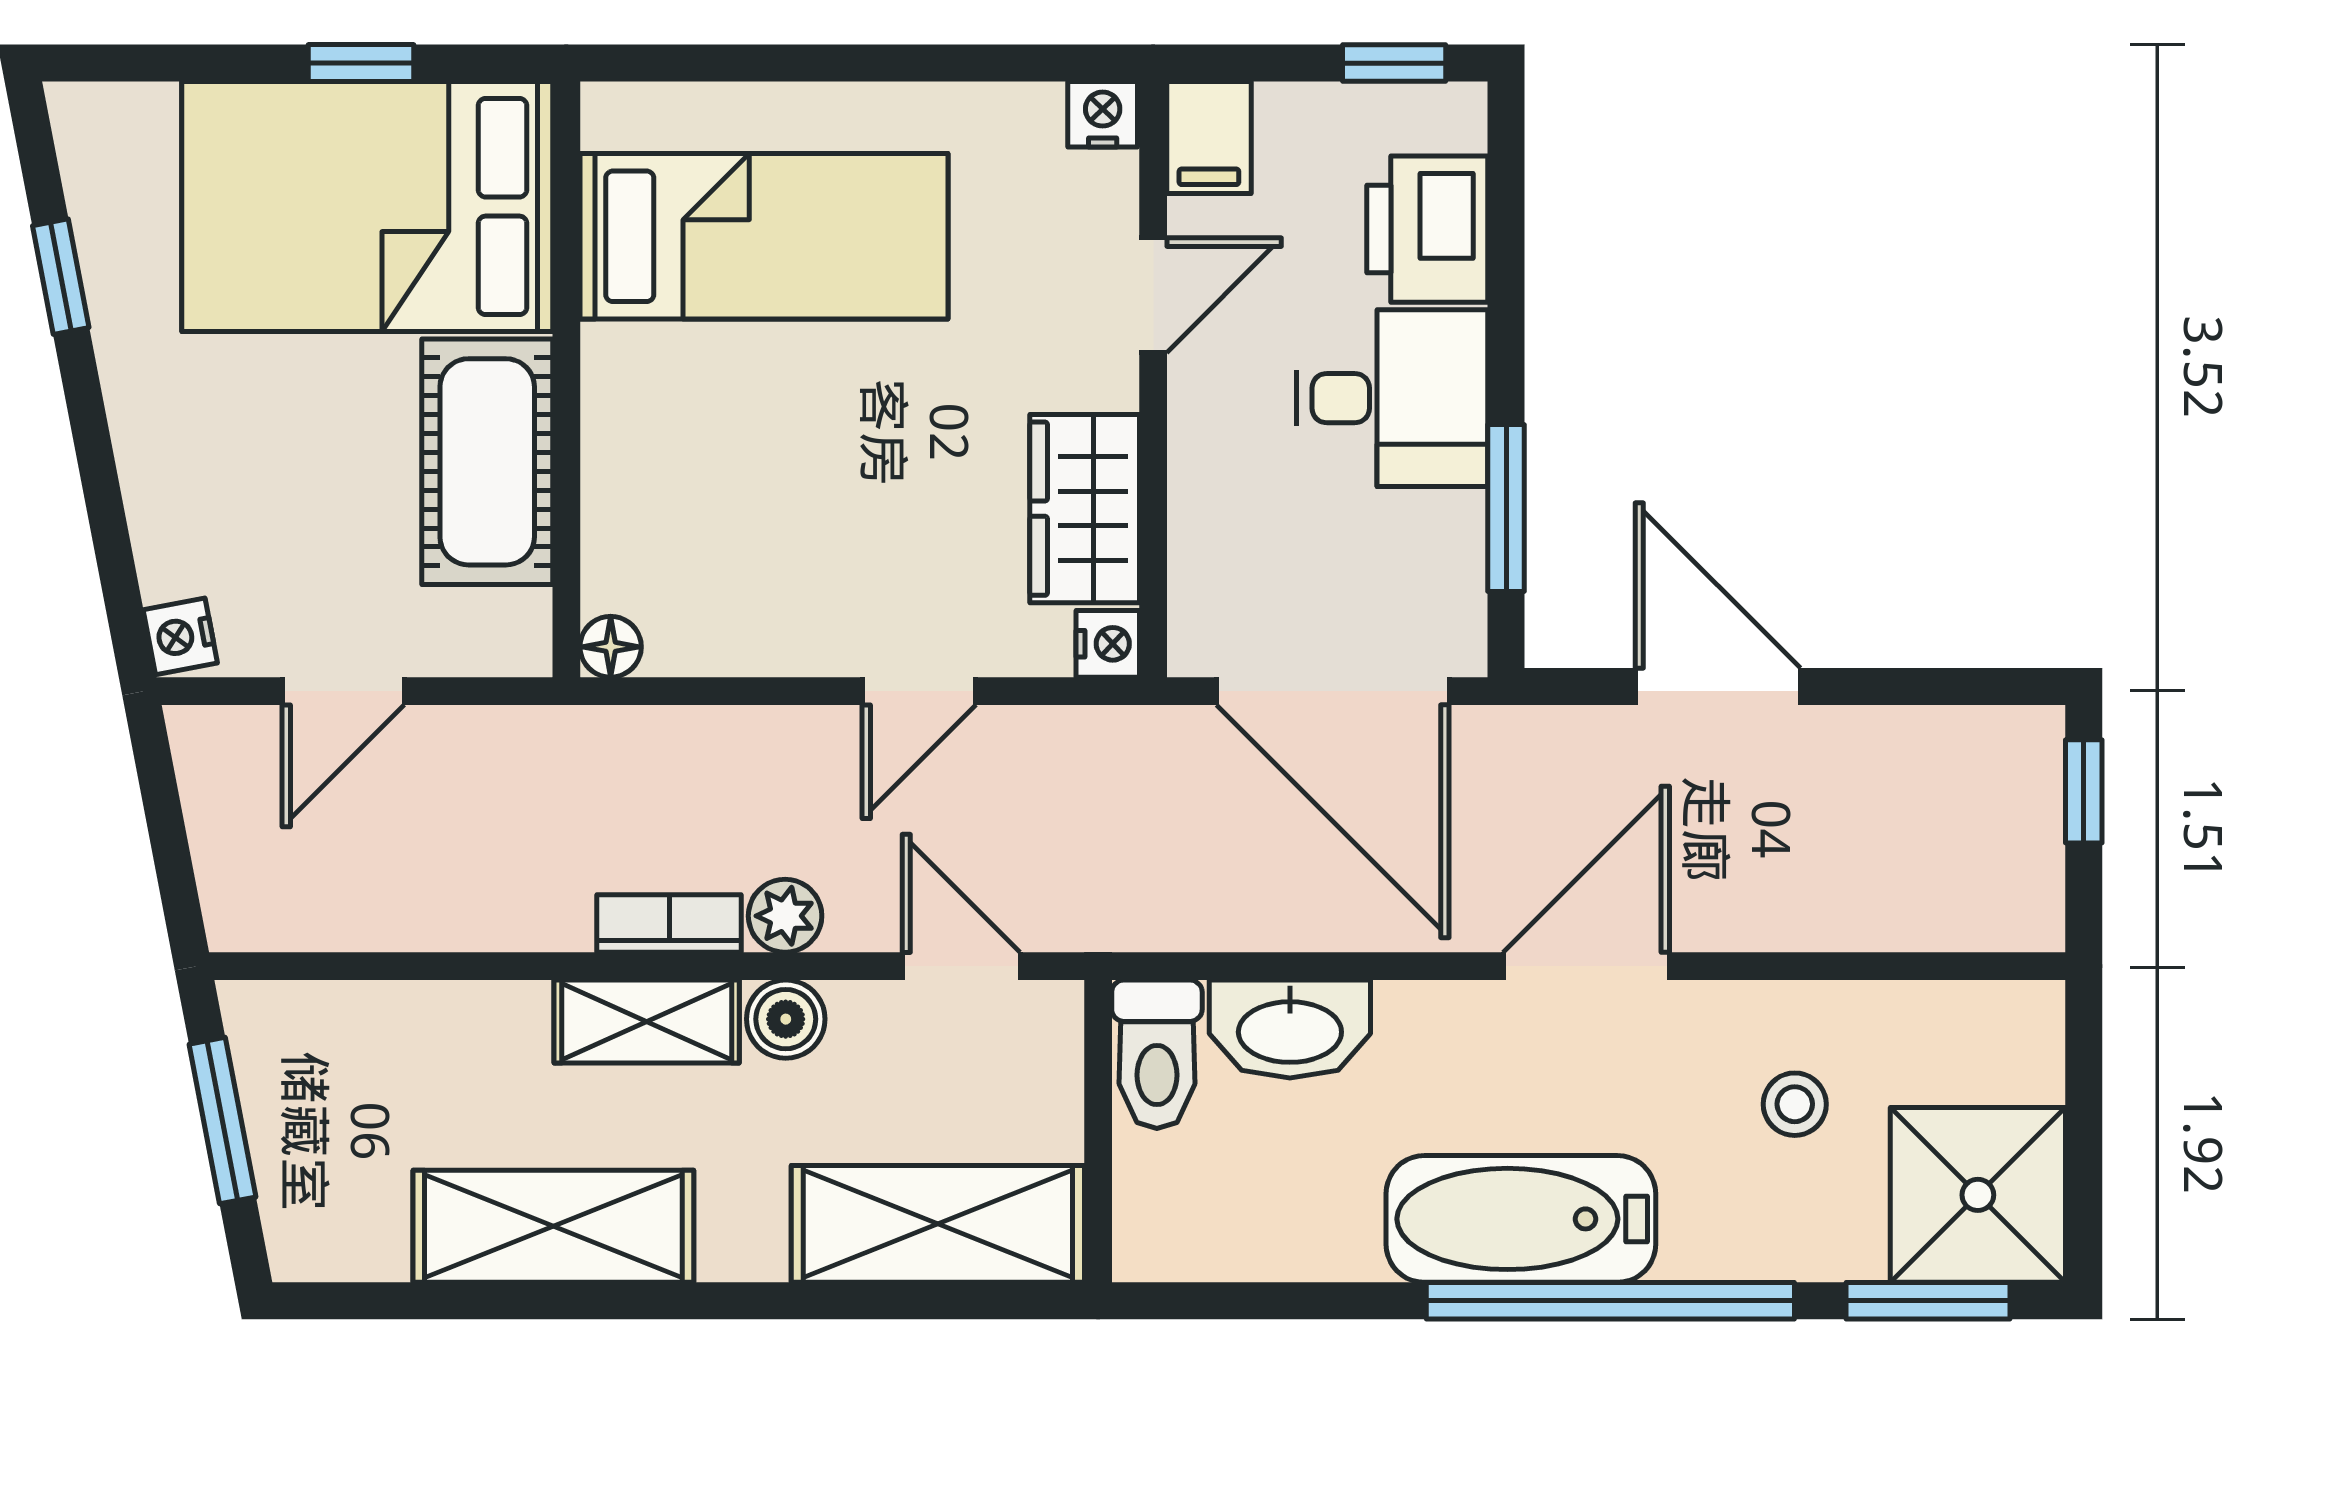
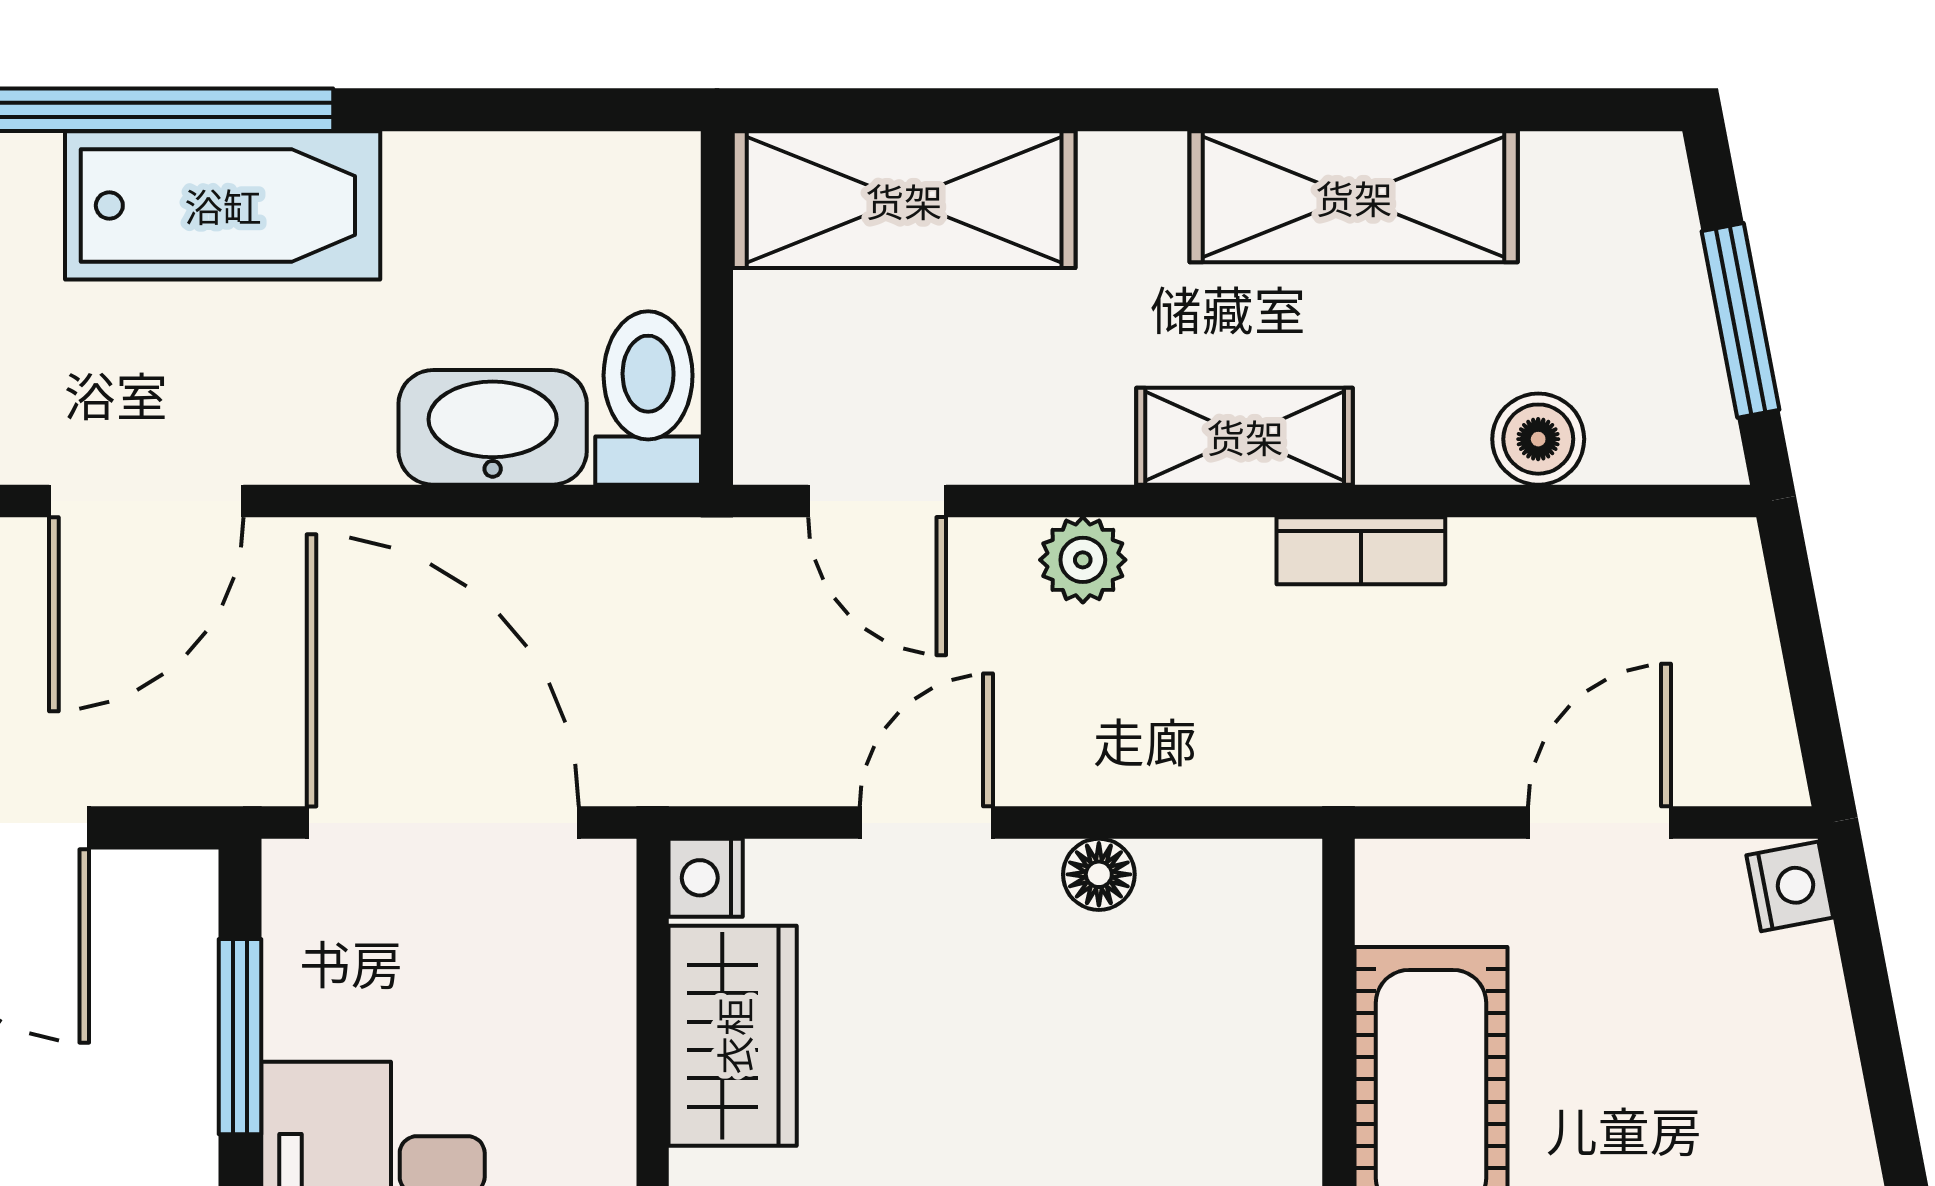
floor lamp: (611, 647) -> (1099, 874), moved
bookcase: (669, 924) -> (1361, 551), moved
boiler: (786, 1019) -> (1538, 439), moved

